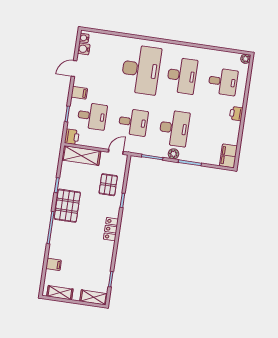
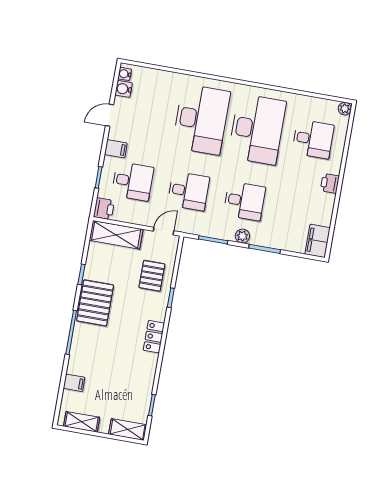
desk: (182, 76) -> (257, 129), width x1.36, depth x1.30
desk: (174, 128) -> (244, 201), width x0.73

